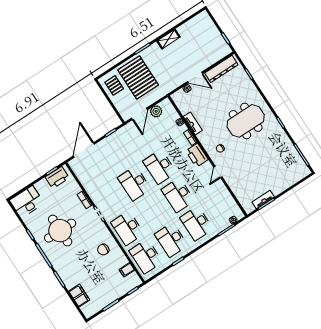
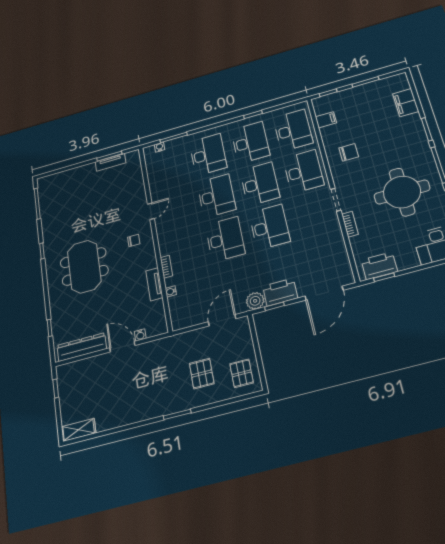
shelving: (168, 39) -> (79, 430), moved
pallet: (138, 77) -> (202, 373), width x0.49, depth x0.50
plant: (156, 111) -> (255, 301), moved
meeting table: (246, 121) -> (84, 266), turned 90
printer: (197, 155) -> (280, 292), moved, turned -90
desk: (153, 212) -> (260, 184), added

